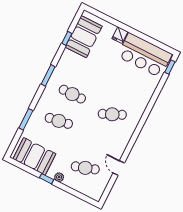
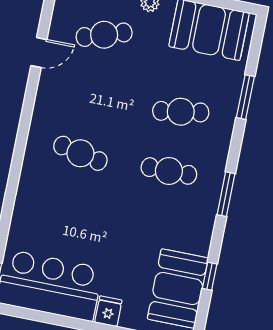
cafe table: (112, 114) -> (80, 153), turned 36
door: (119, 168) -> (39, 53), hinge flipped

